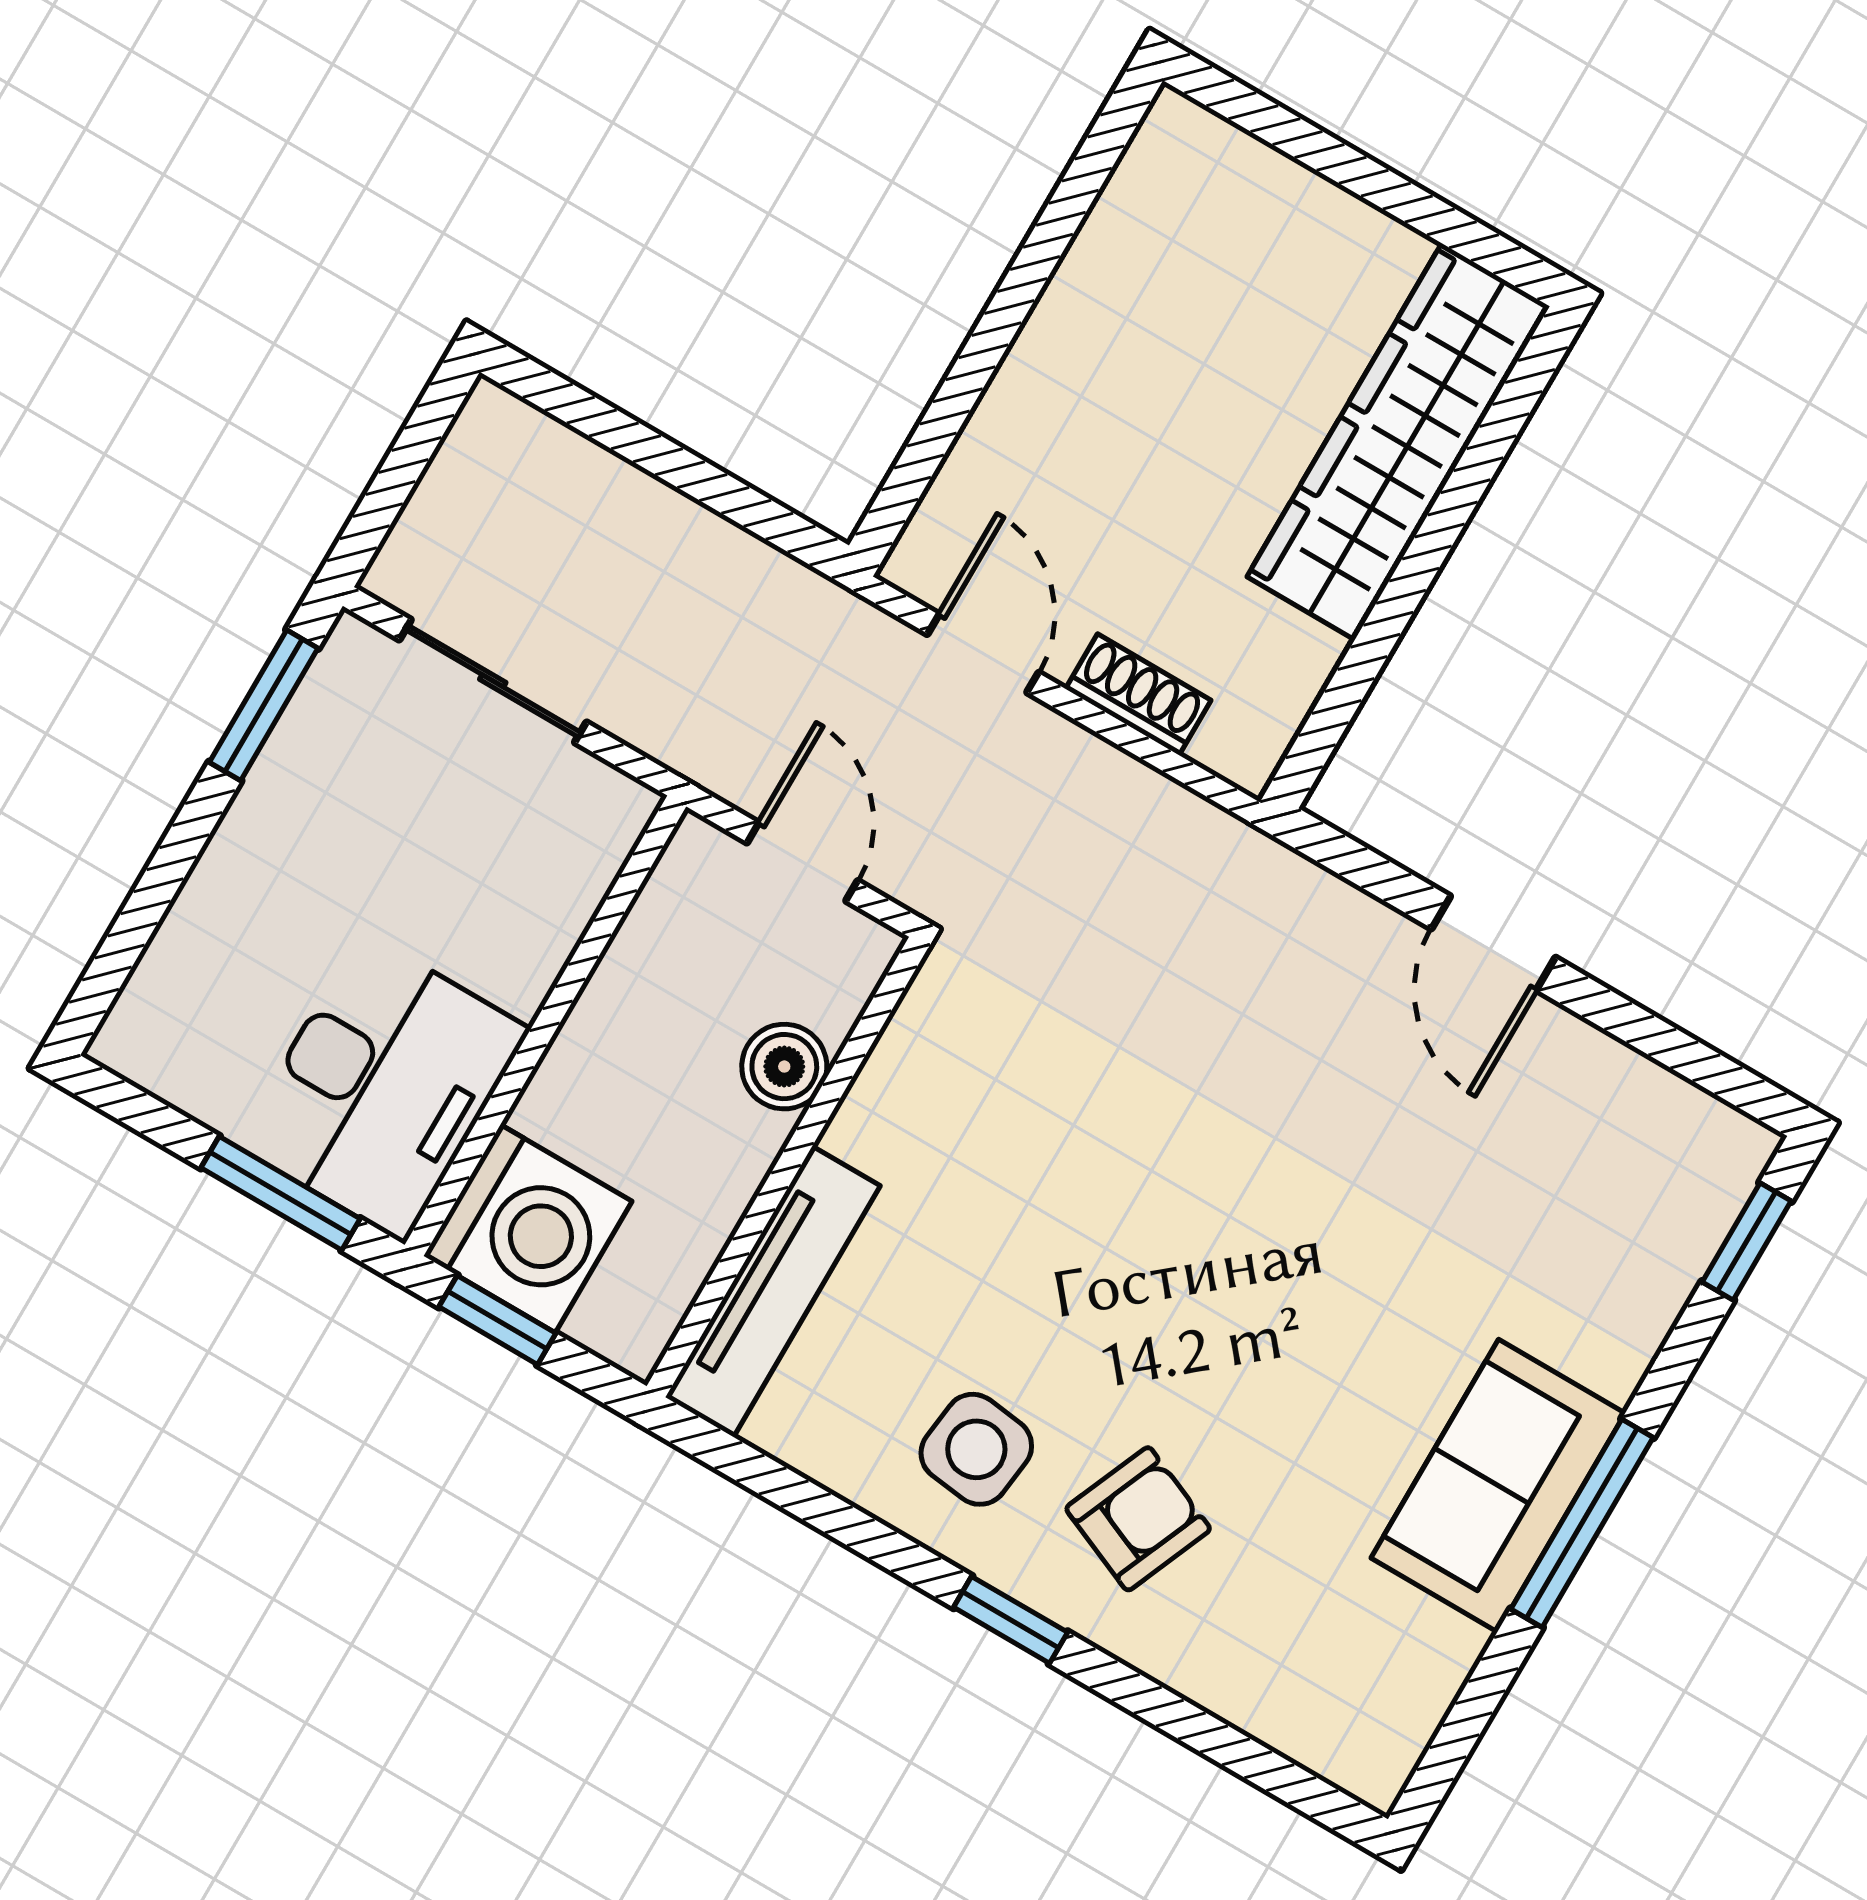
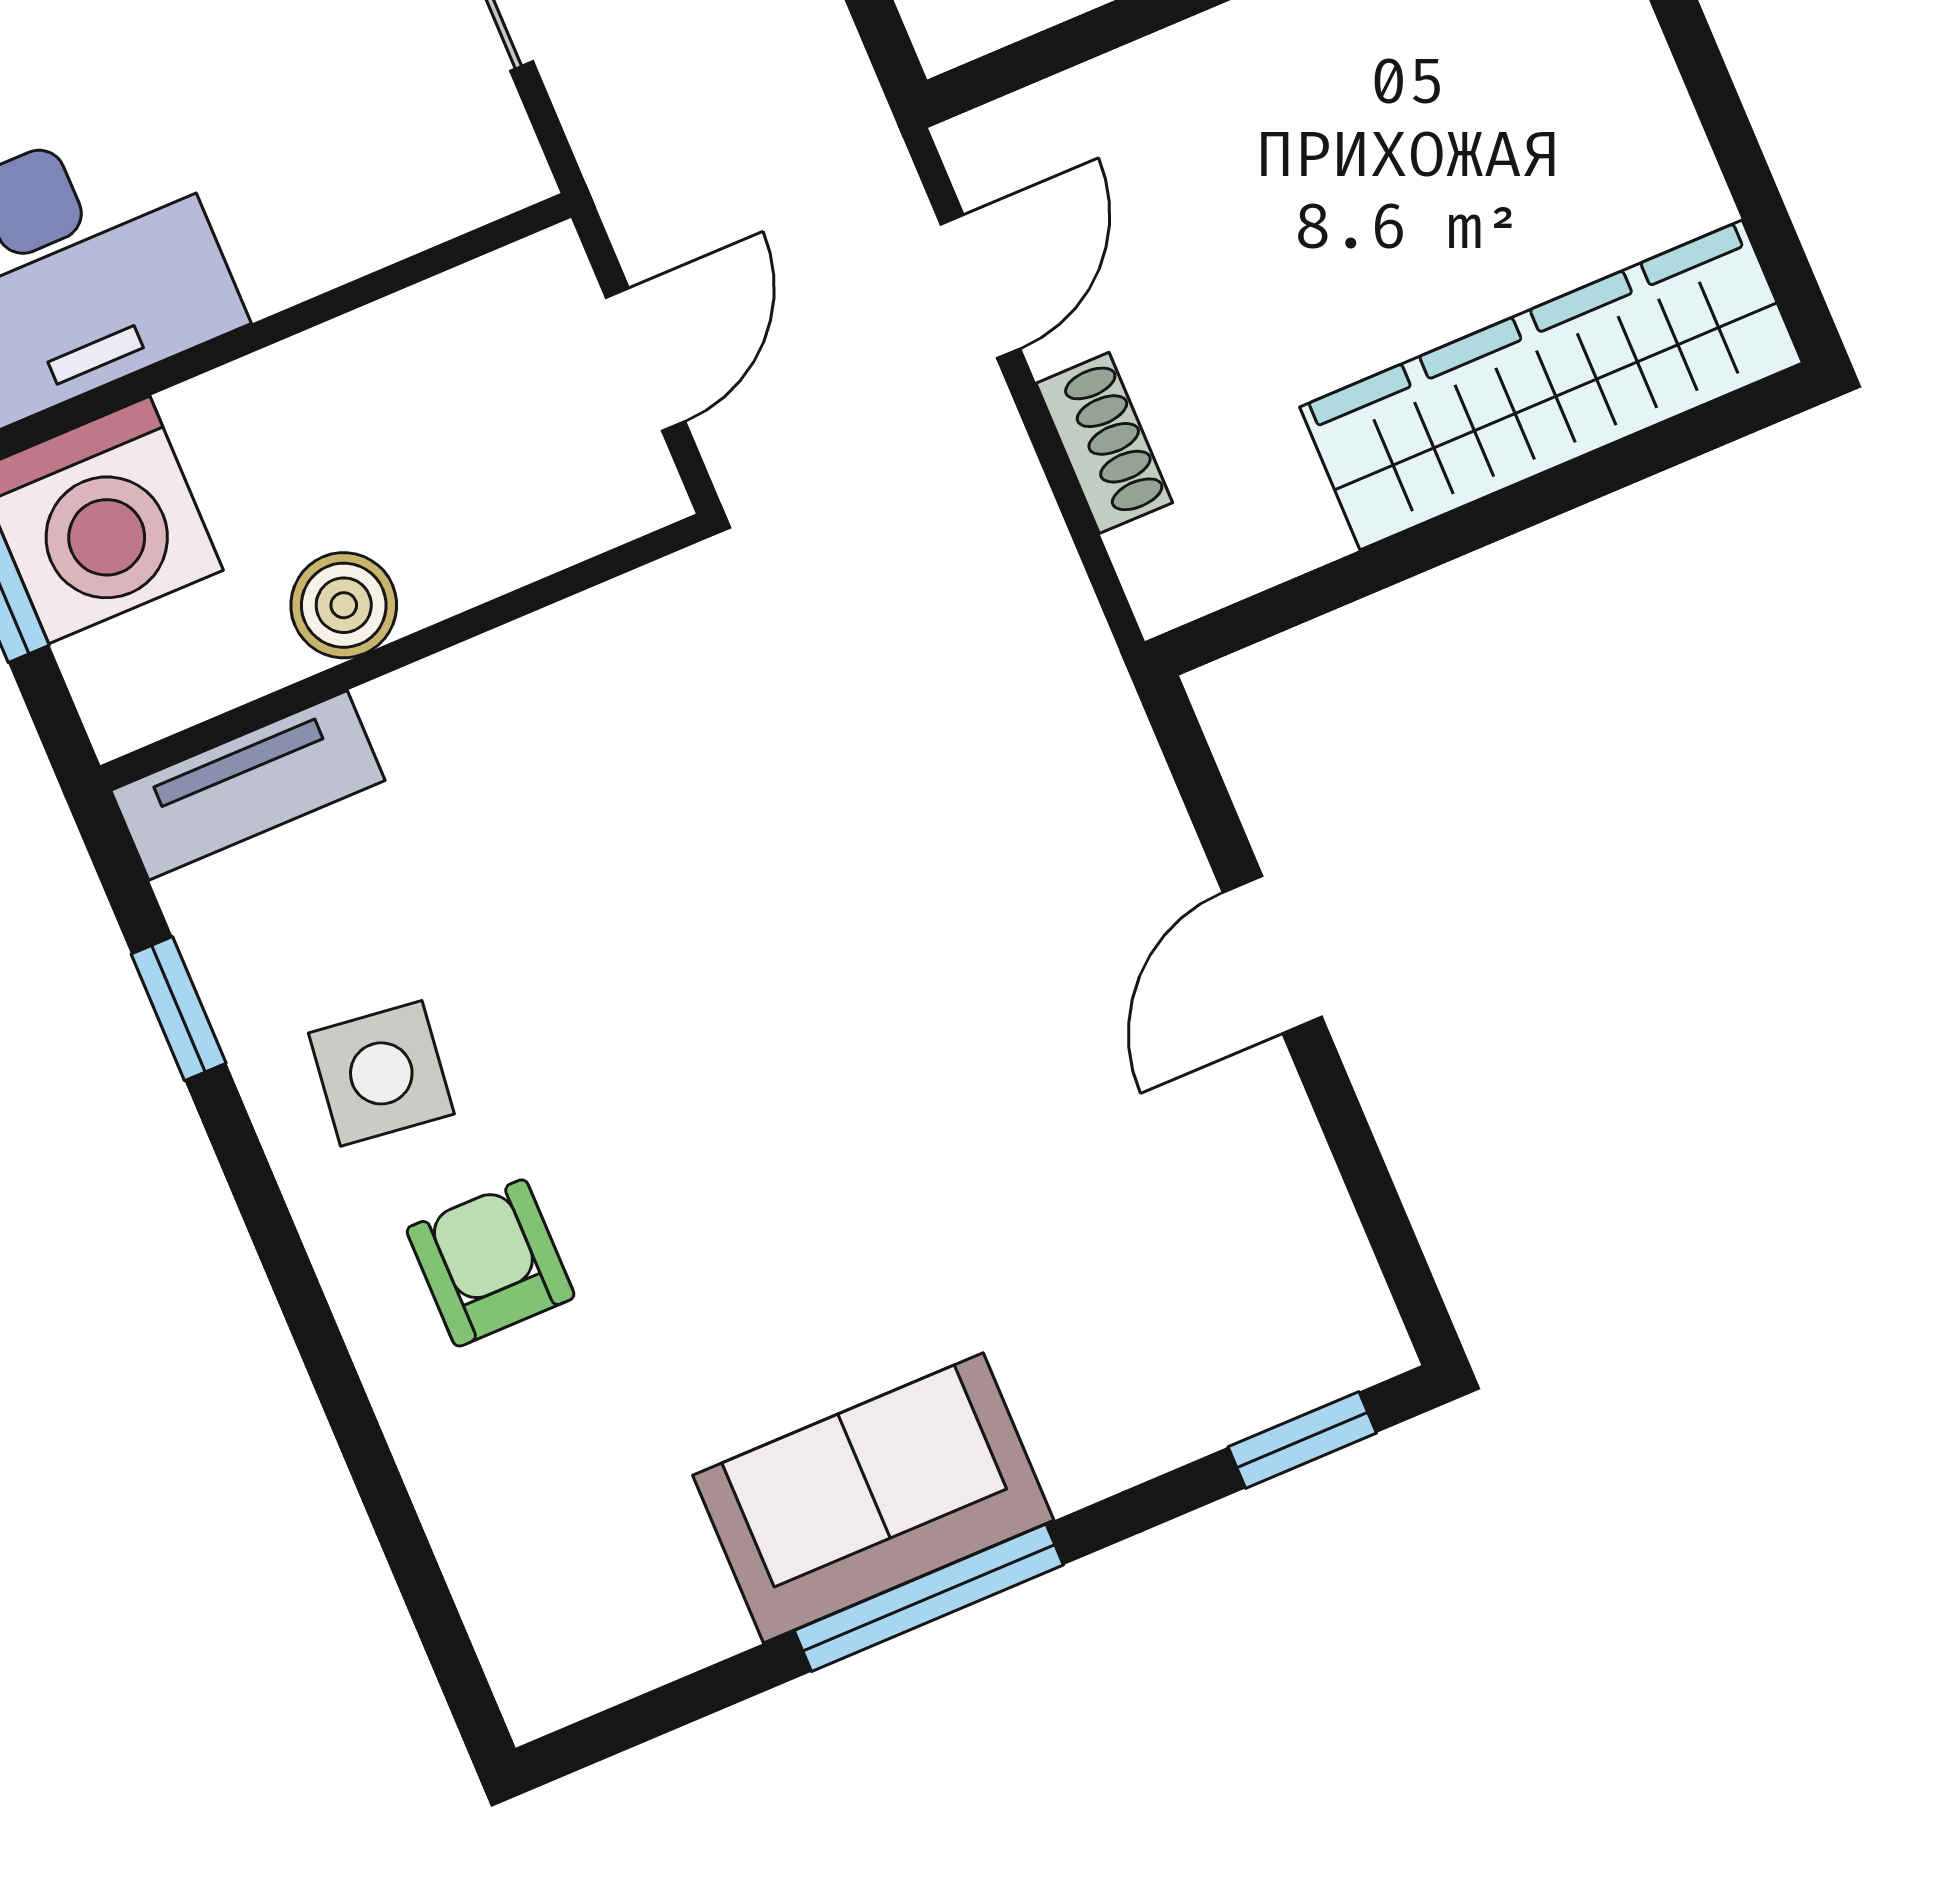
boiler: (784, 1067) -> (344, 605), moved
tv unit: (773, 1291) -> (248, 785), width x0.71
armchair: (1138, 1519) -> (491, 1263), turned -113
window: (1011, 1620) -> (179, 1009), moved

